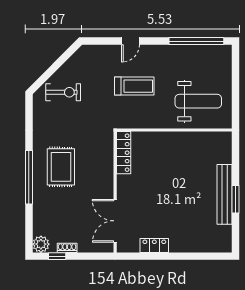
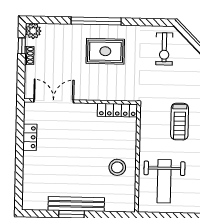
exercise bike: (63, 92) -> (164, 49), moved
stool: (184, 151) -> (117, 167), added

